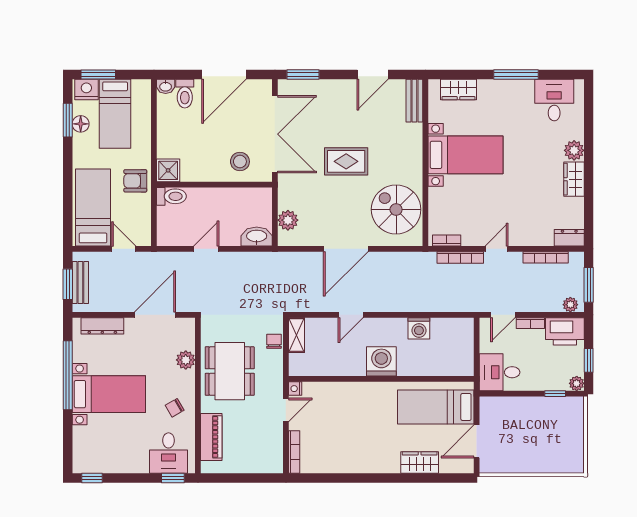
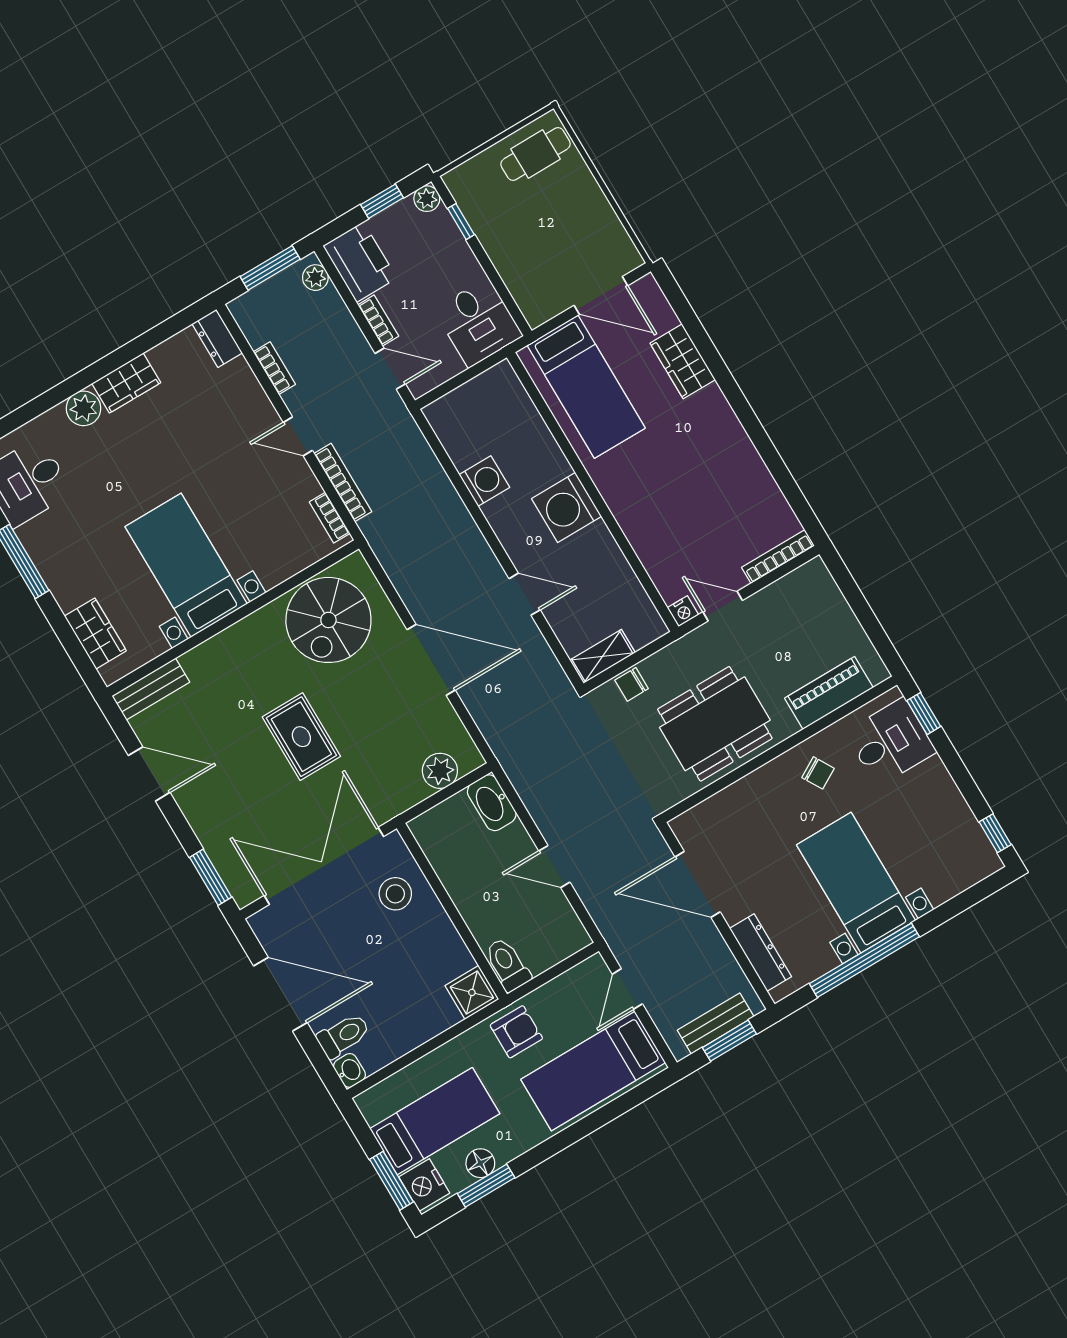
armchair: (135, 181) -> (516, 1032), turned -90
bookcase: (546, 257) -> (274, 368), width x0.64
plant: (186, 360) -> (737, 799), removed
cafe table: (567, 451) -> (535, 154), added

